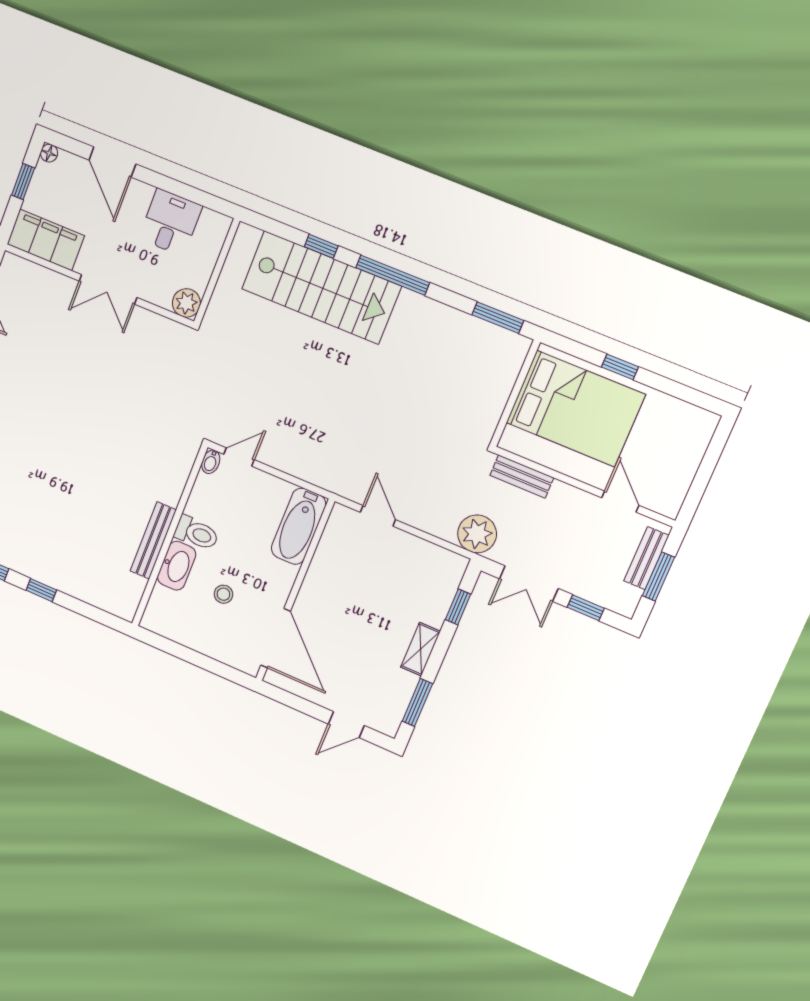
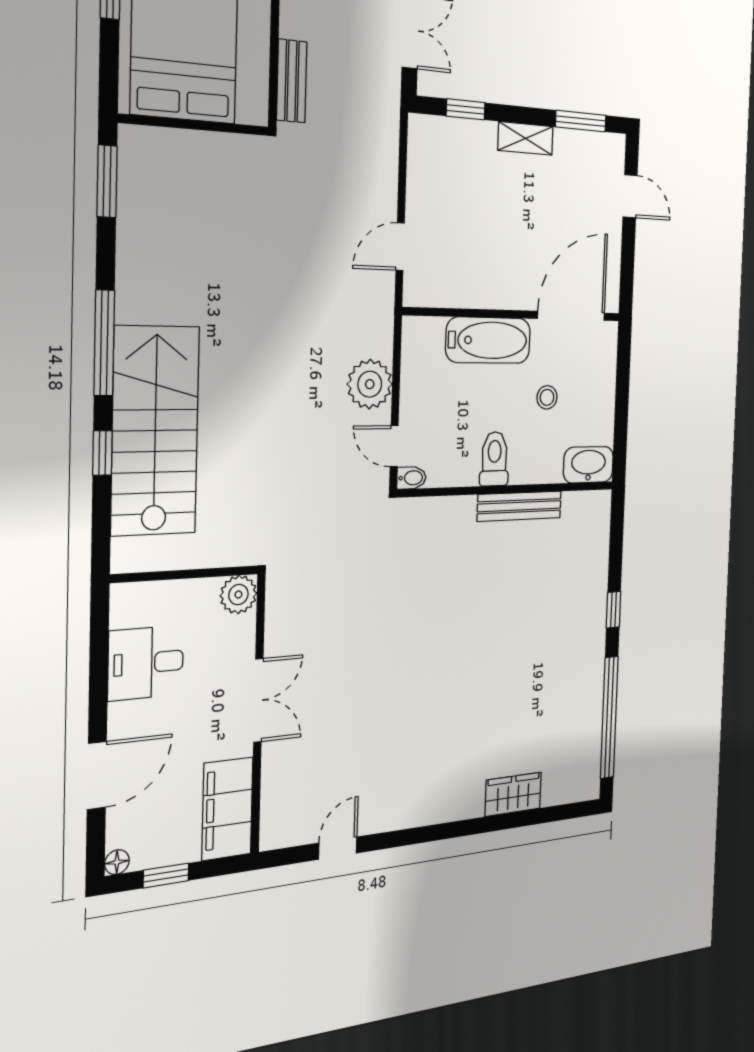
bathtub: (299, 526) -> (488, 340), moved
plant: (477, 534) -> (370, 384), moved
washbasin: (177, 566) -> (588, 465), moved

